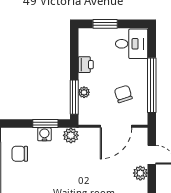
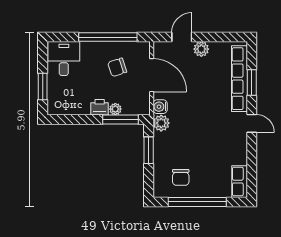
printer: (86, 65) -> (100, 107), moved
water cooler: (44, 134) -> (160, 107), moved

